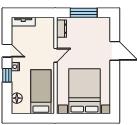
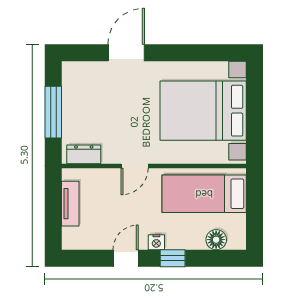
tv unit: (23, 22) -> (70, 204), moved
door: (55, 55) -> (135, 166), swing flipped

